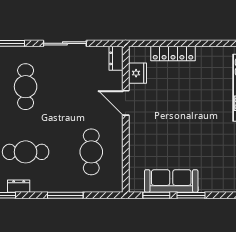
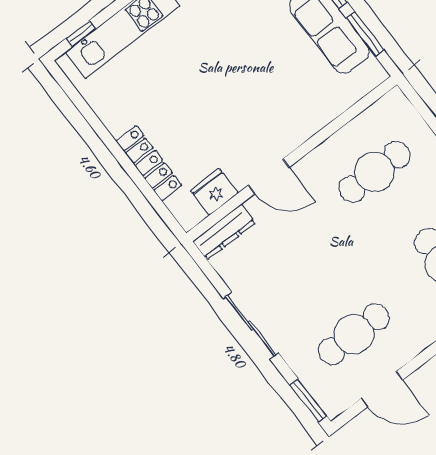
dresser: (116, 58) -> (224, 232), width x1.44
door: (126, 103) -> (269, 176), hinge flipped

